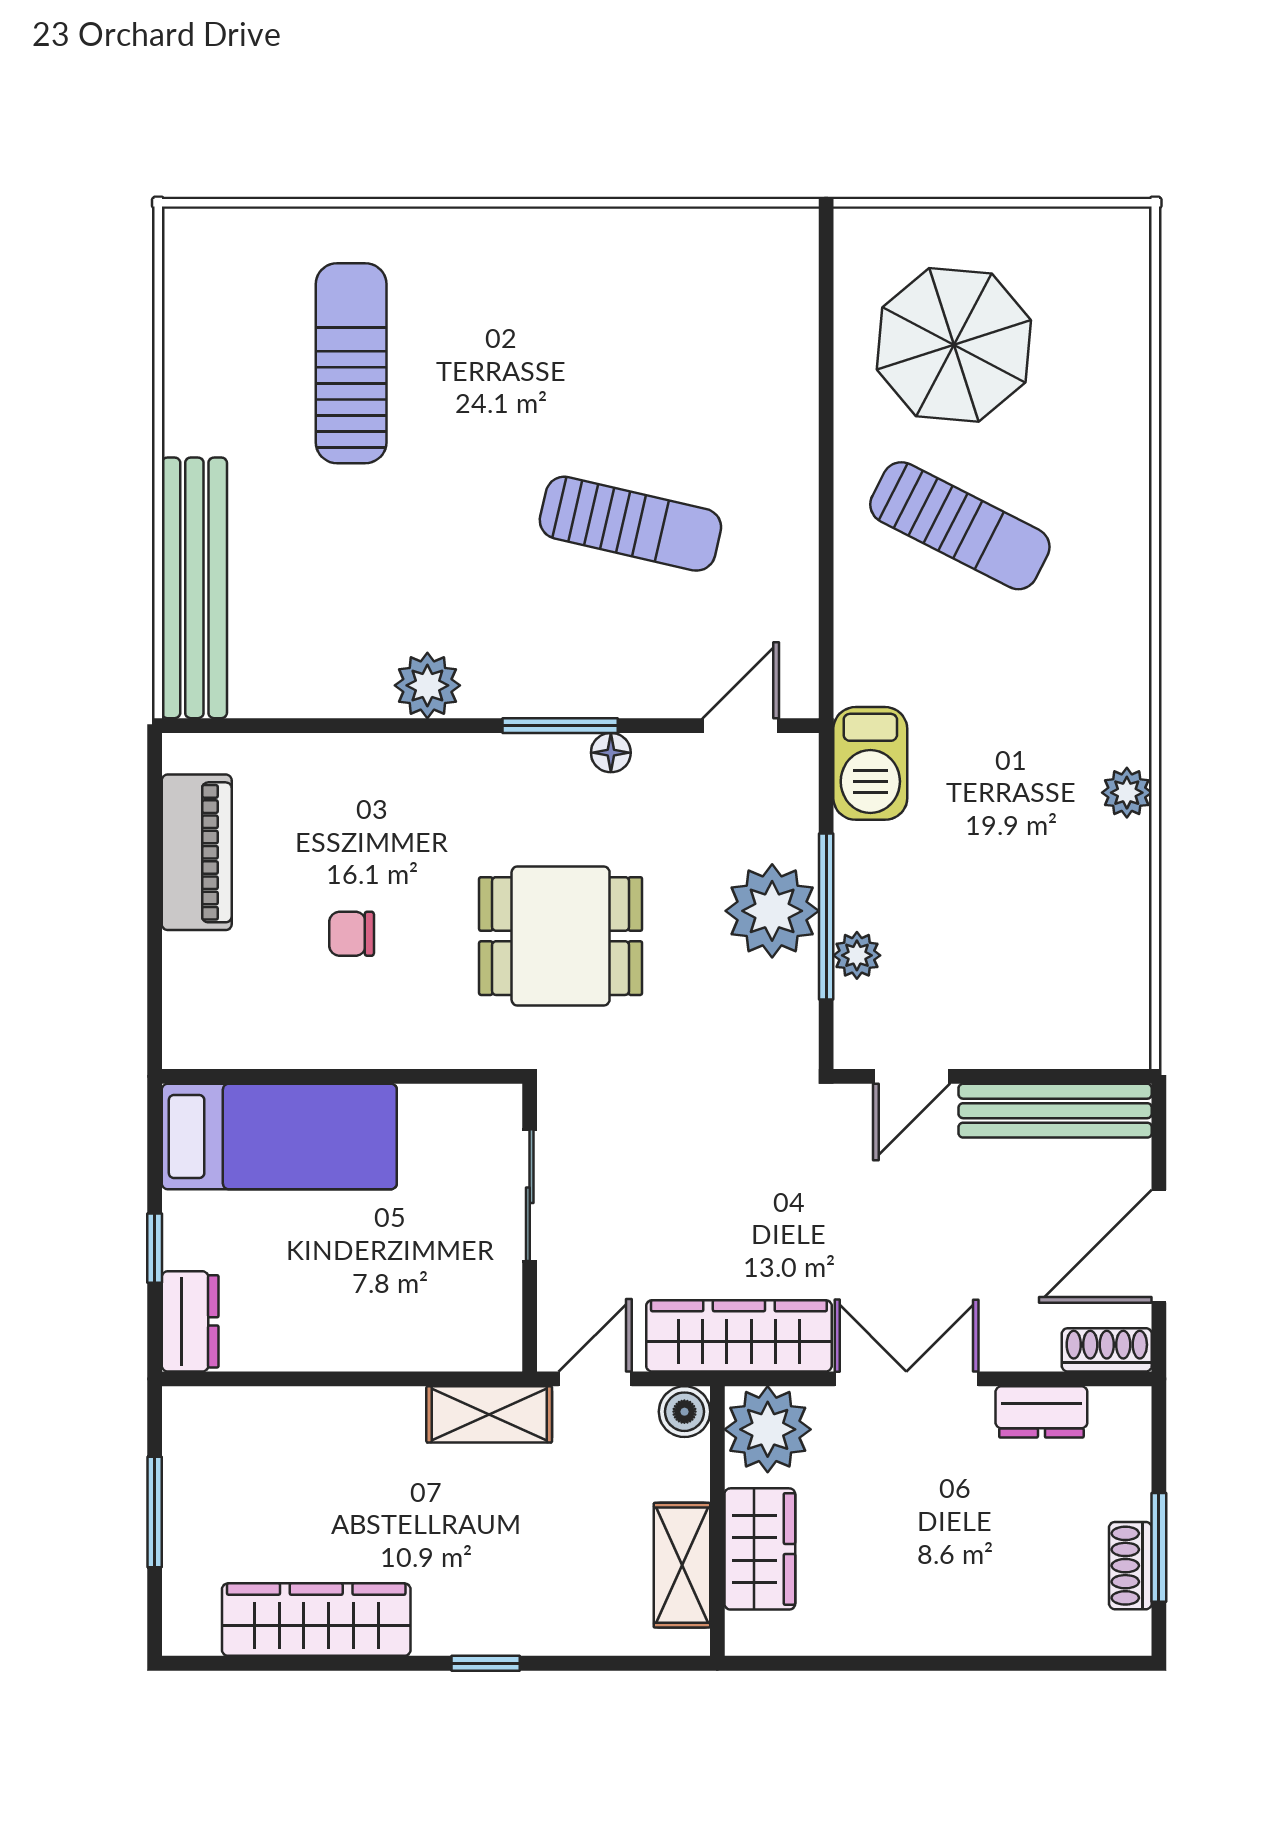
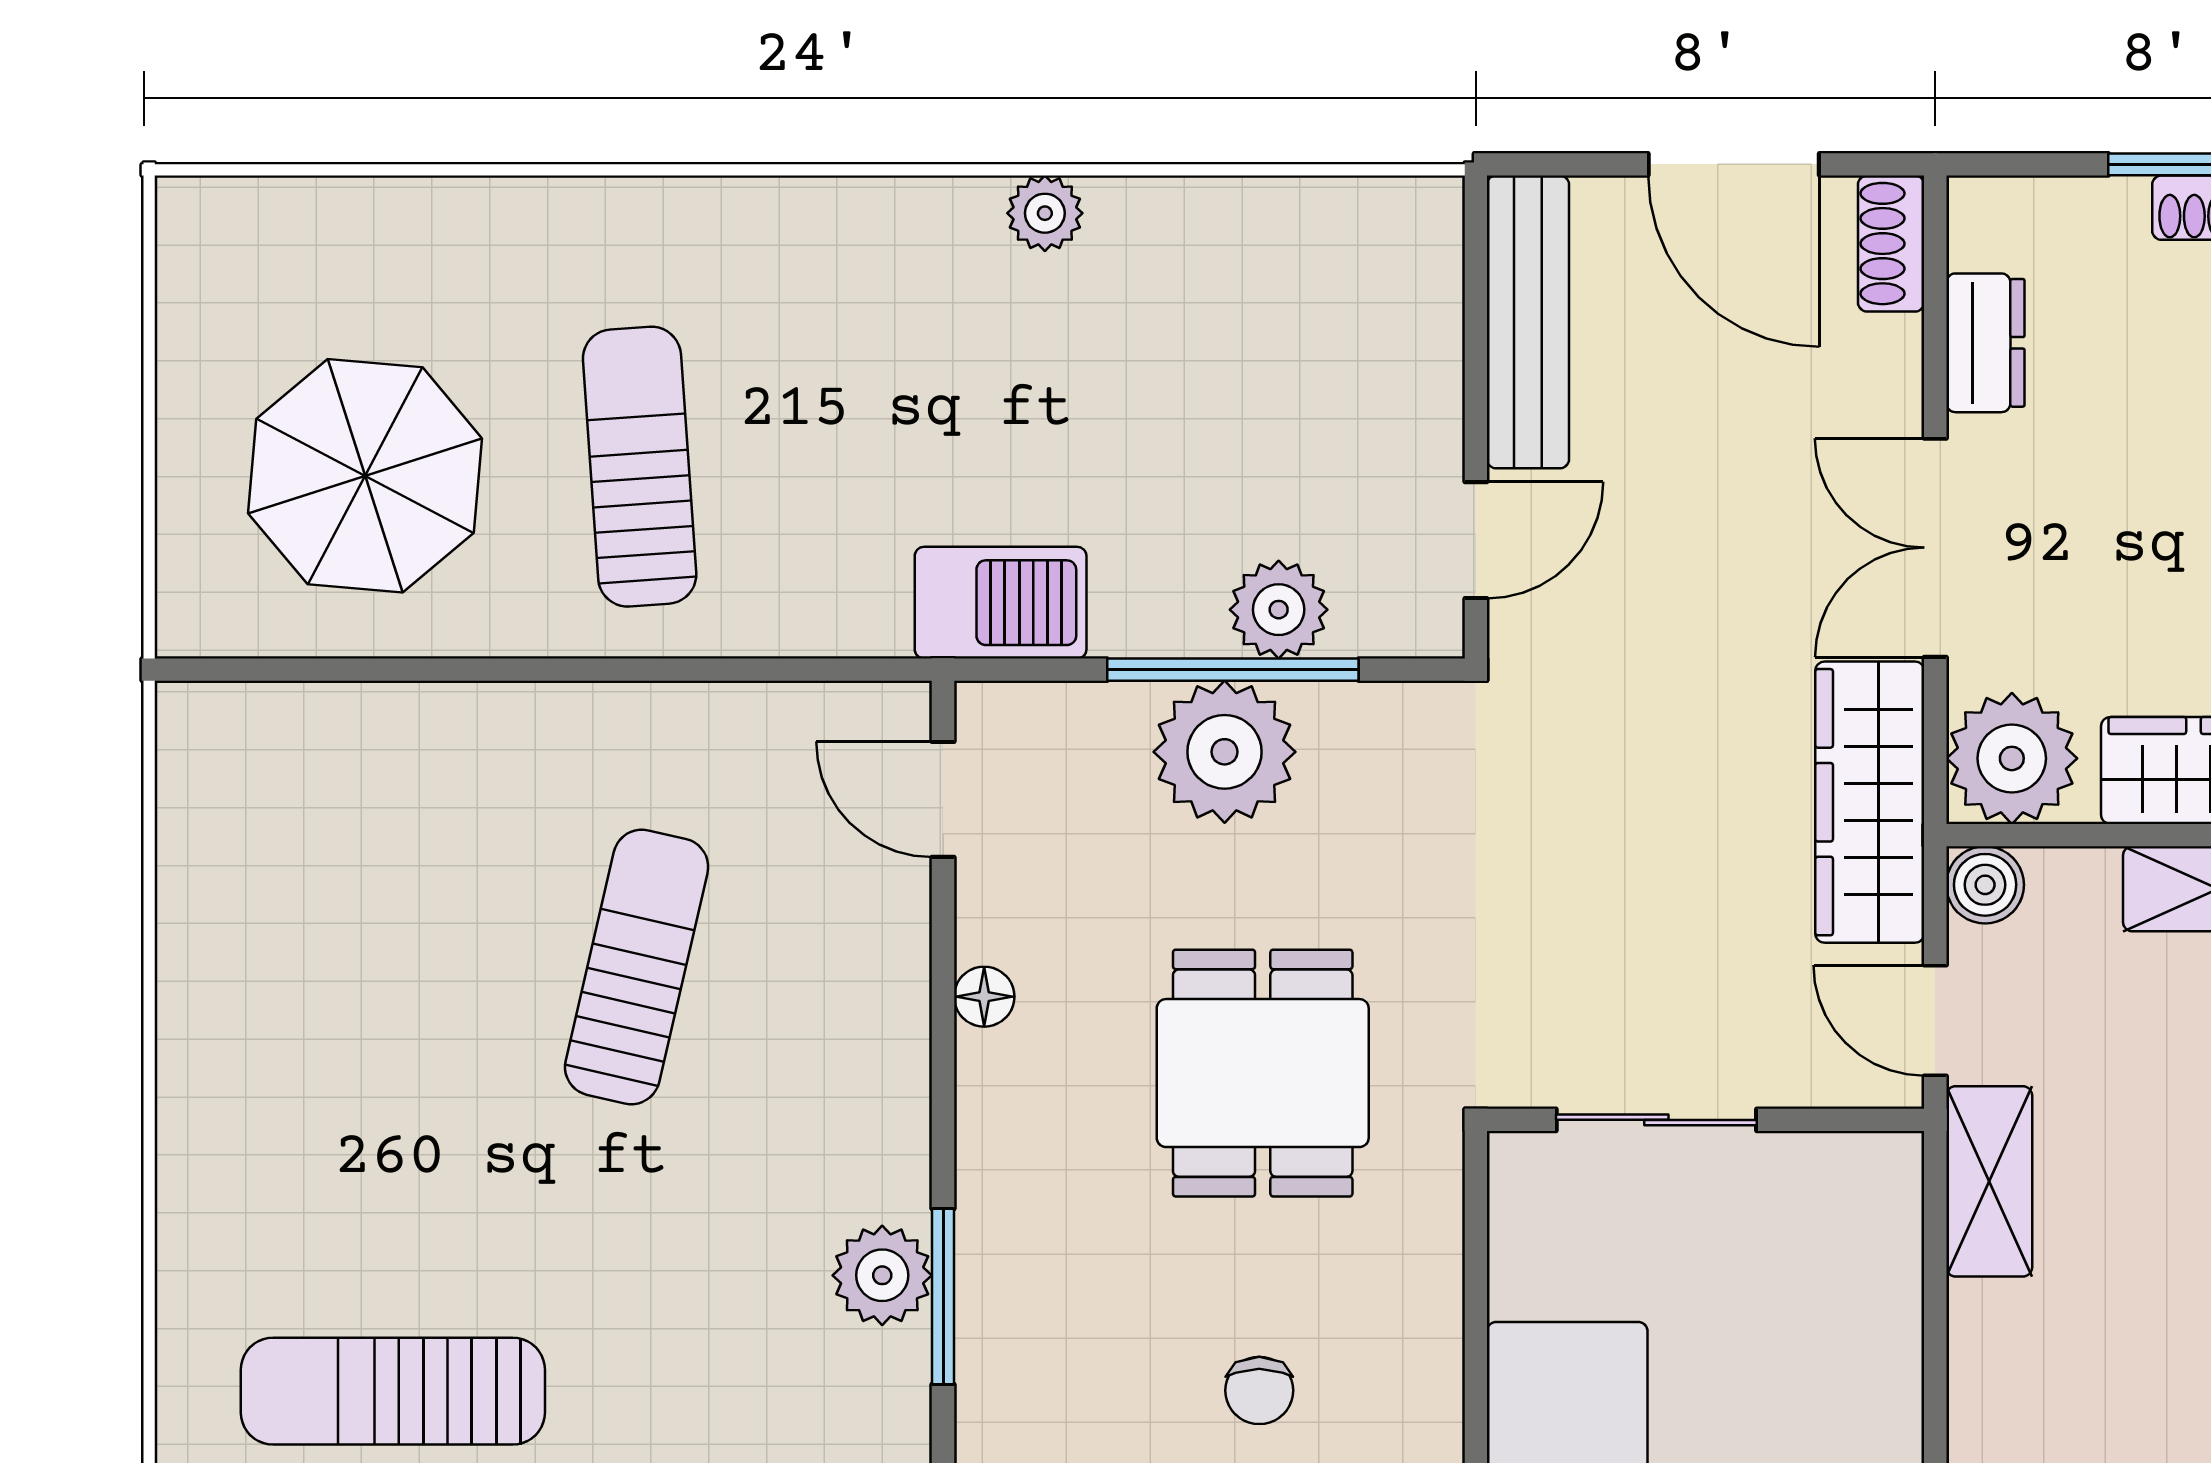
sun lounger: (960, 526) -> (640, 467), turned -31
window: (560, 726) -> (943, 1297), moved
plant: (857, 955) -> (1279, 610), width x1.38, depth x1.38
door: (912, 1076) -> (1476, 540), hinge flipped

